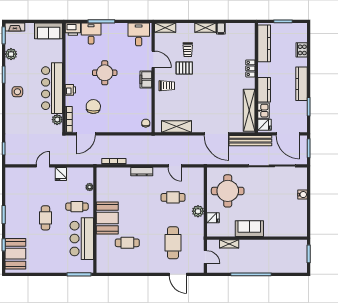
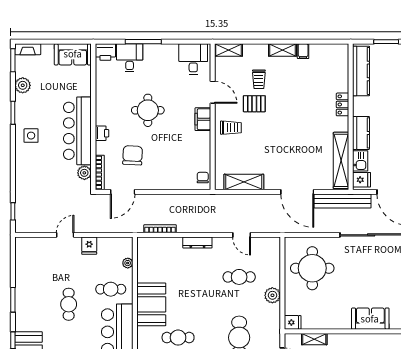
fridge: (213, 218) -> (293, 322), moved
sofa: (249, 229) -> (370, 319), moved

